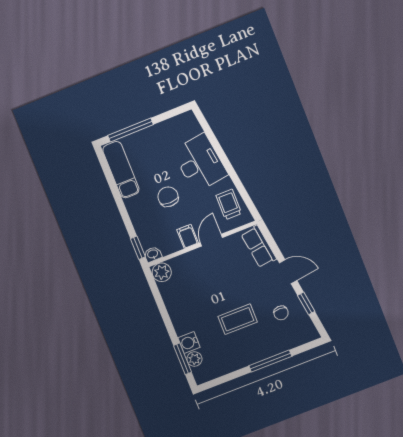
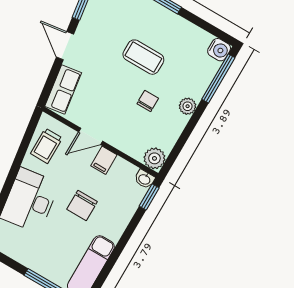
chair: (281, 313) -> (148, 101), moved
water cooler: (189, 343) -> (219, 50), moved
window: (183, 359) -> (218, 78), width x1.44
plant: (194, 359) -> (188, 106), moved

